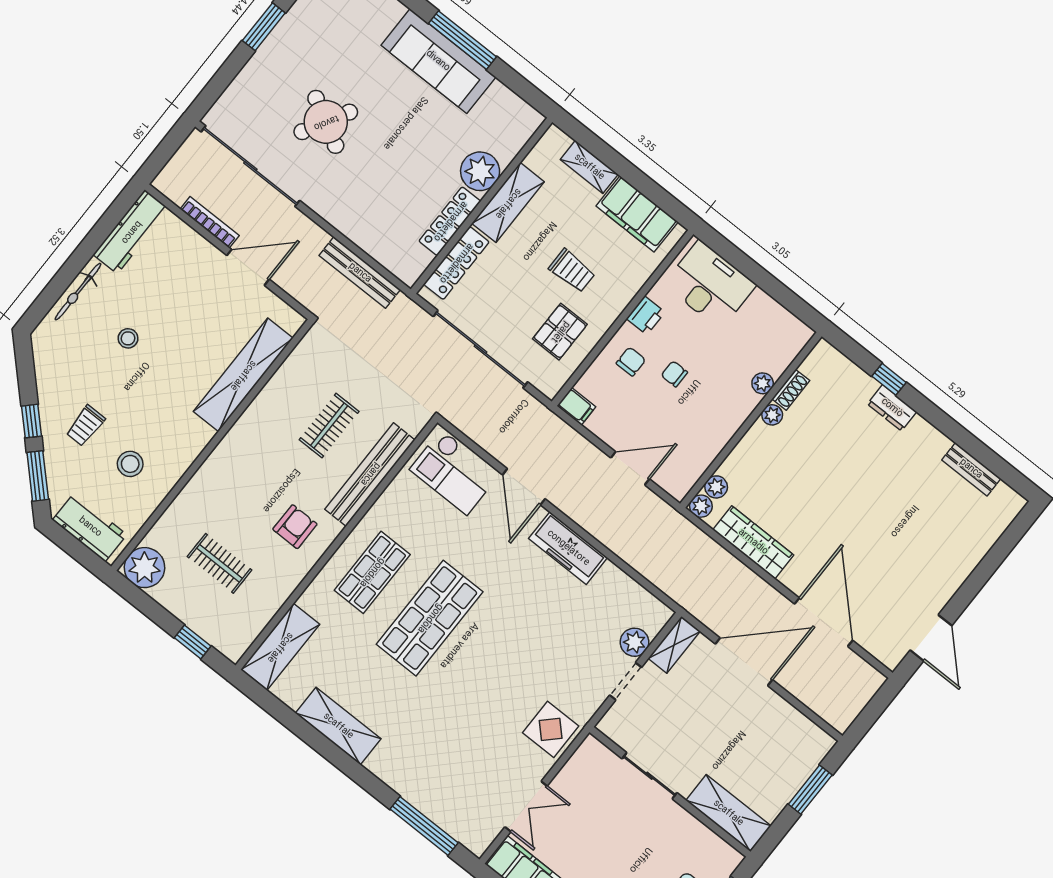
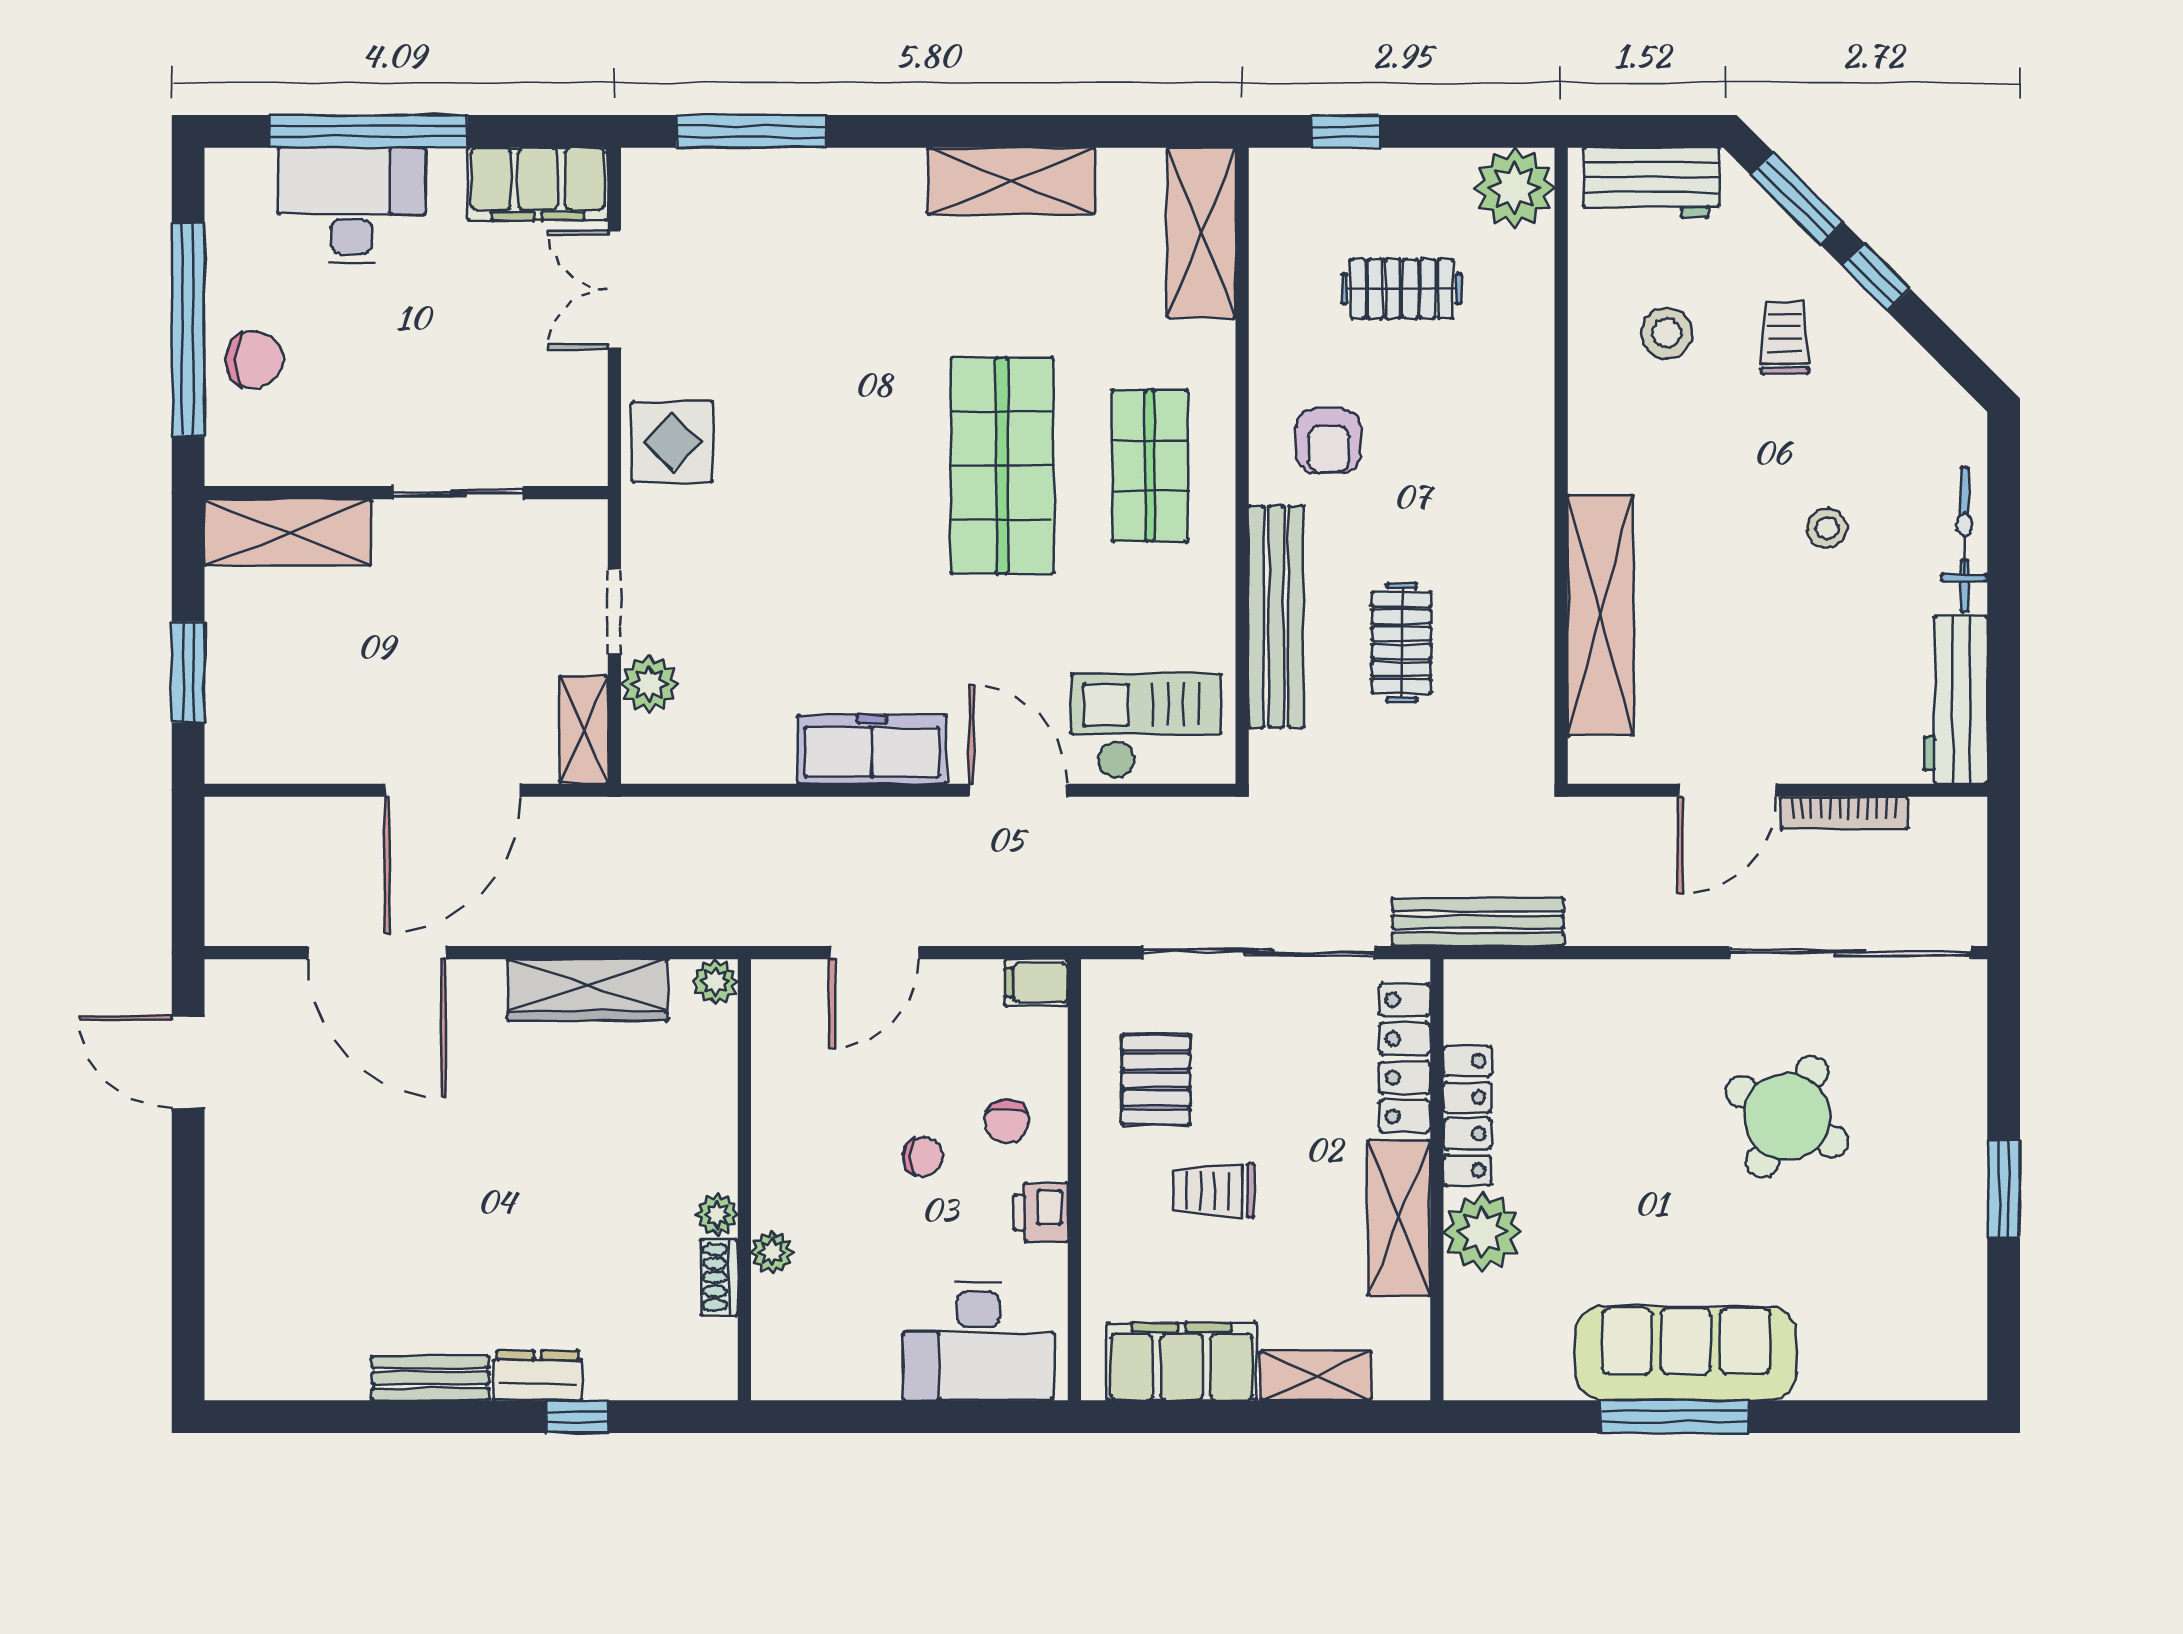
bench: (360, 273) -> (1478, 922), moved
bench: (971, 469) -> (430, 1378), moved
plant: (716, 487) -> (715, 1031), removed

